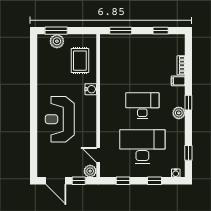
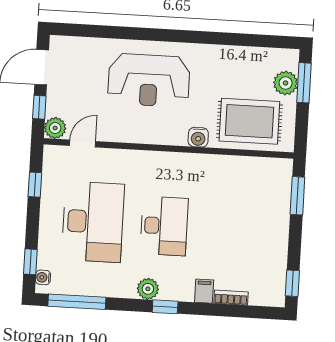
window: (161, 31) -> (292, 283), moved
rug: (80, 61) -> (249, 121), width x1.36, depth x1.43
reception desk: (60, 119) -> (149, 80), turned 180
window: (188, 153) -> (77, 302), width x2.17
window: (154, 181) -> (30, 262), moved

